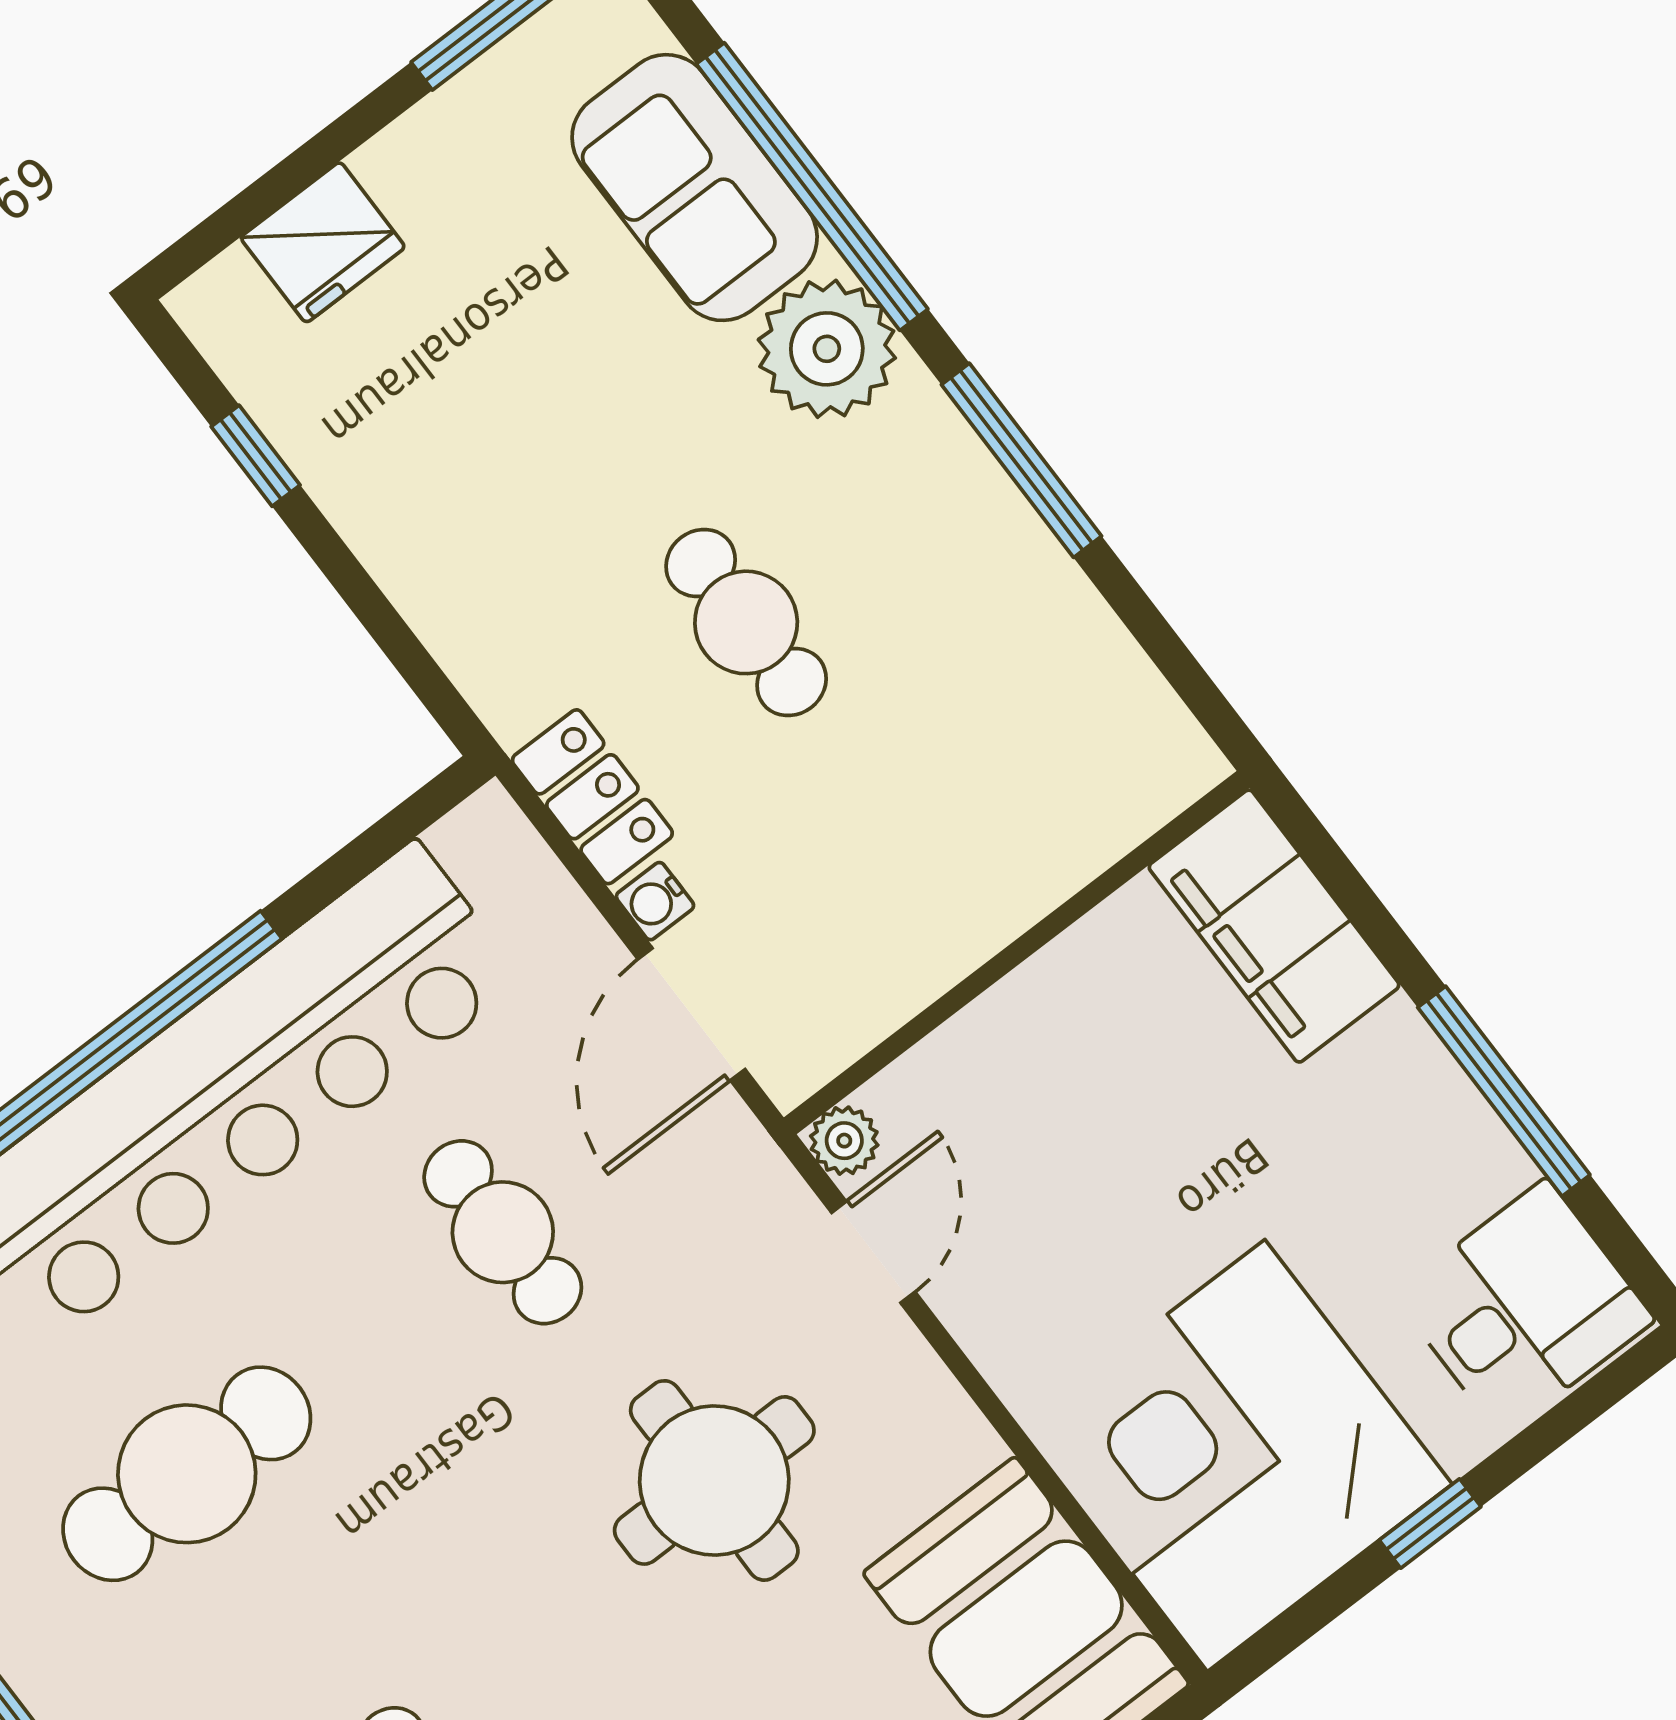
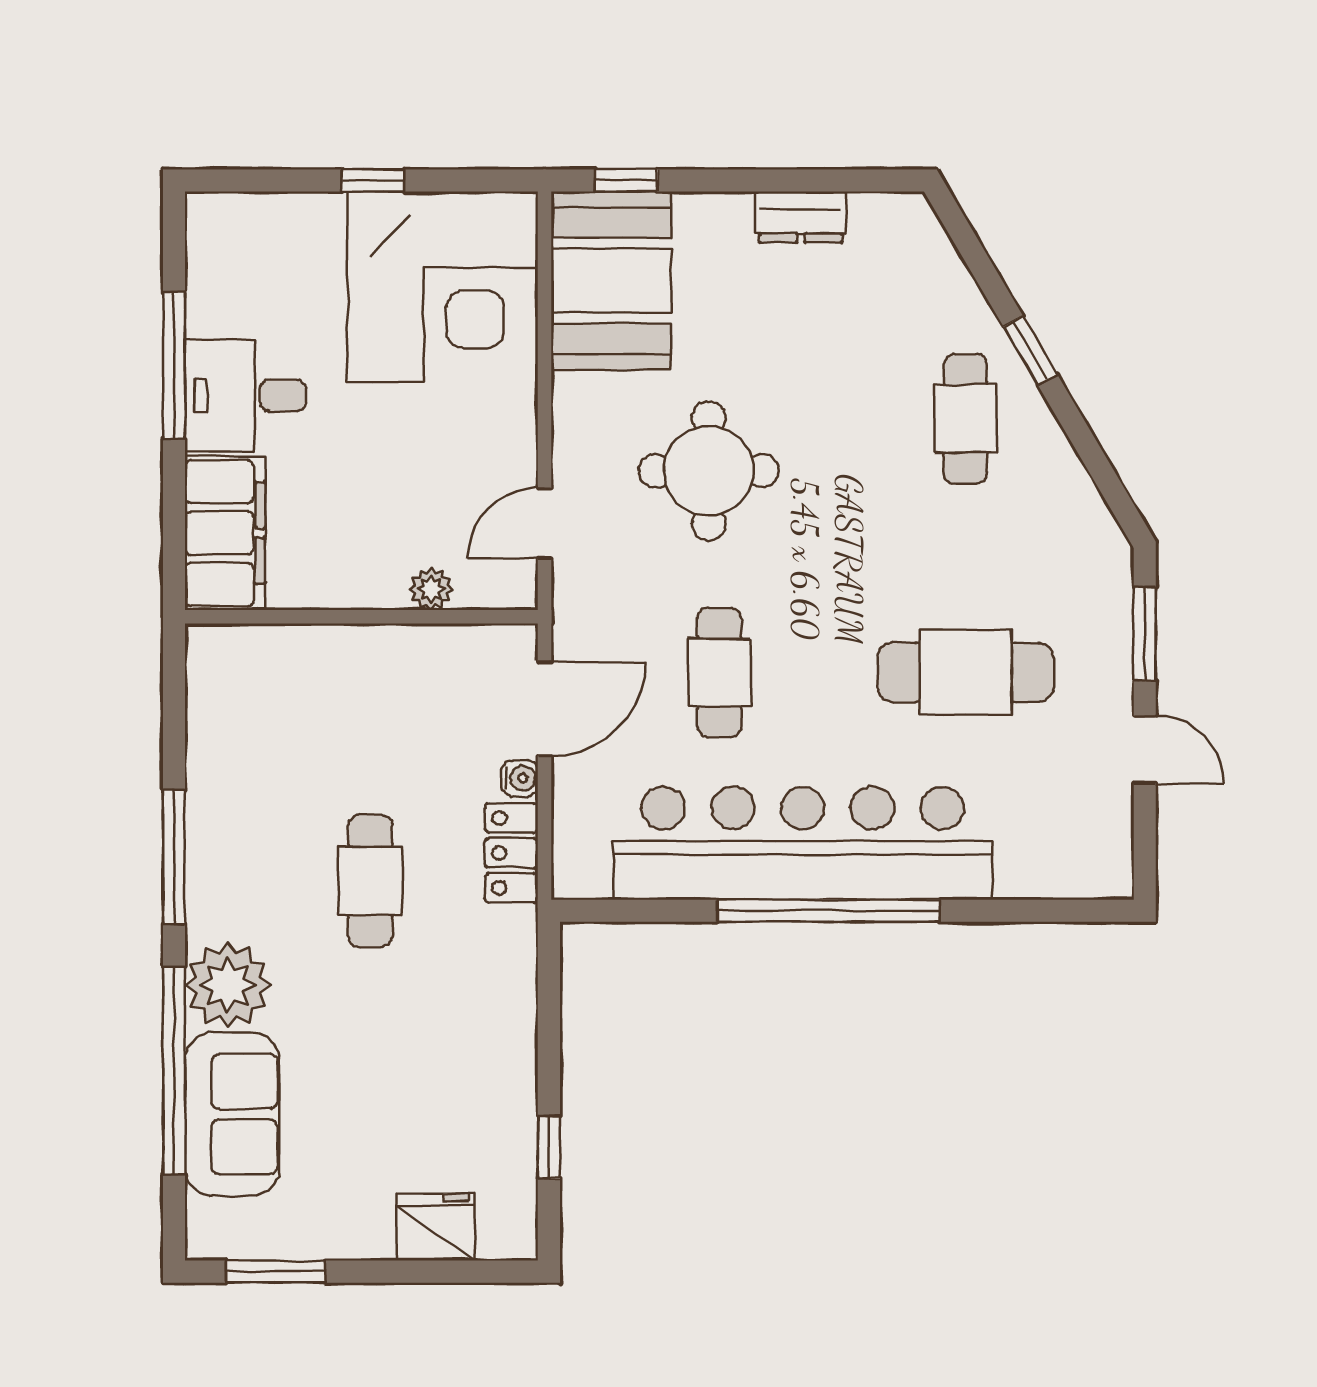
plant: (844, 1141) -> (431, 589), moved
desk: (1524, 1307) -> (245, 395), moved

